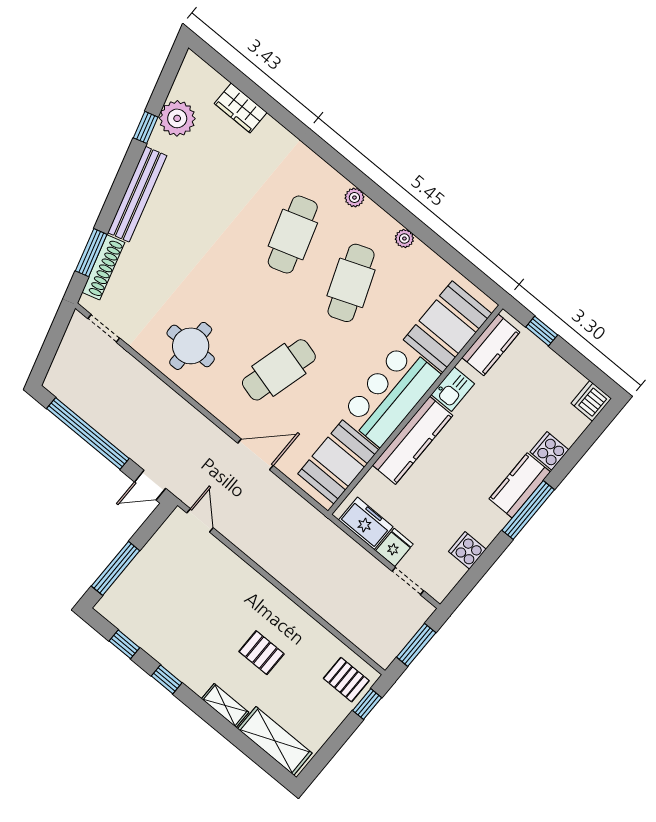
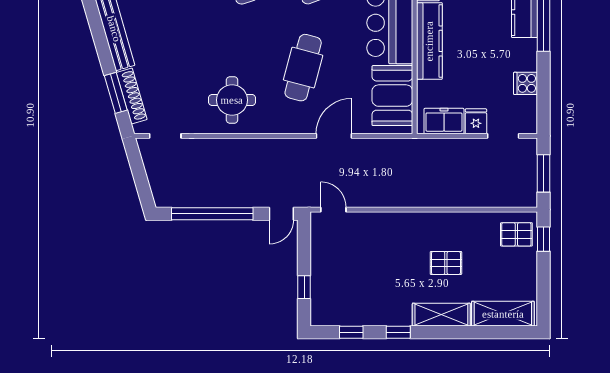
window: (116, 568) -> (304, 287), width x0.46
shelving: (225, 705) -> (441, 315), width x1.50, depth x1.33

